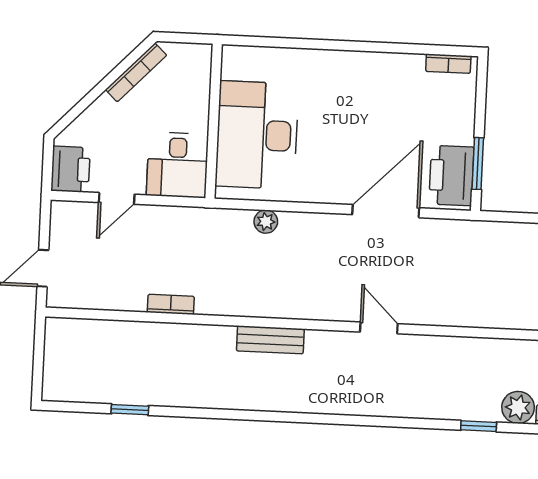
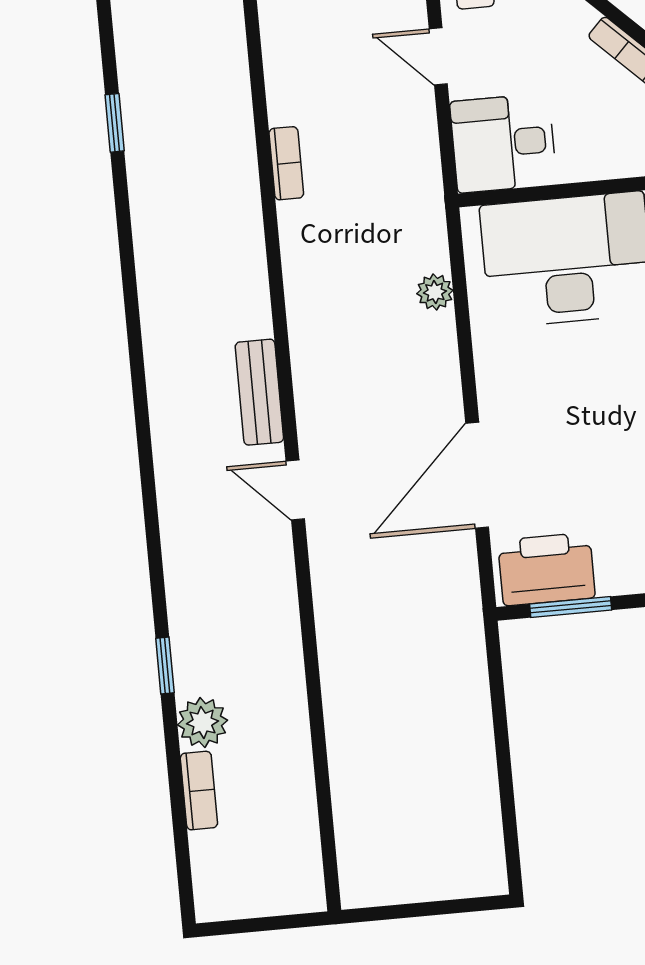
door: (386, 211) -> (477, 475), swing flipped
door: (379, 328) -> (295, 490), swing flipped
bench: (270, 340) -> (259, 392), moved

